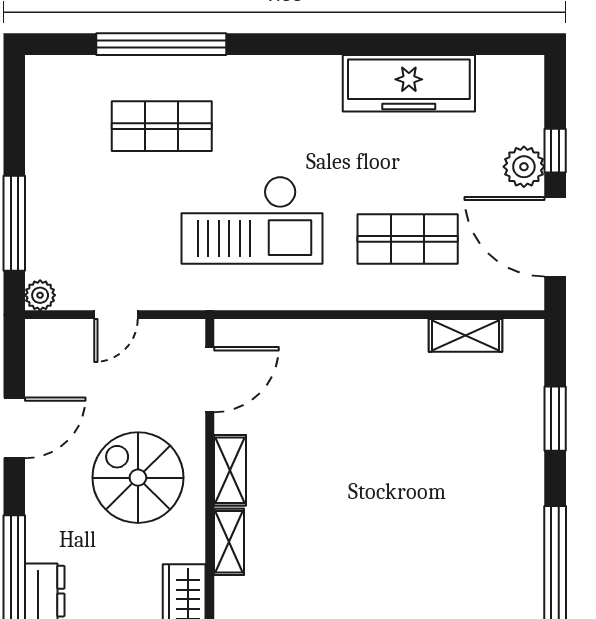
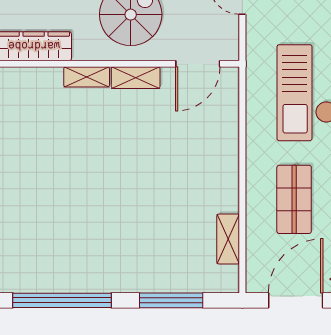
door: (210, 380) -> (198, 64), hinge flipped
window: (555, 419) -> (171, 300), width x1.44

